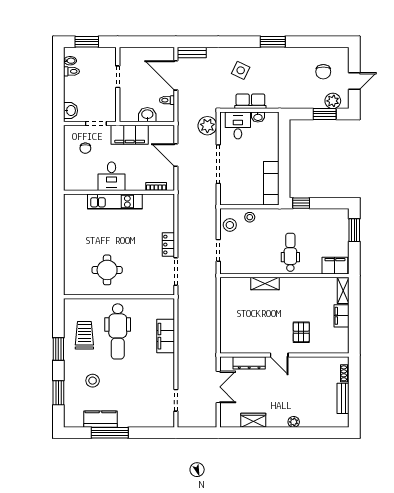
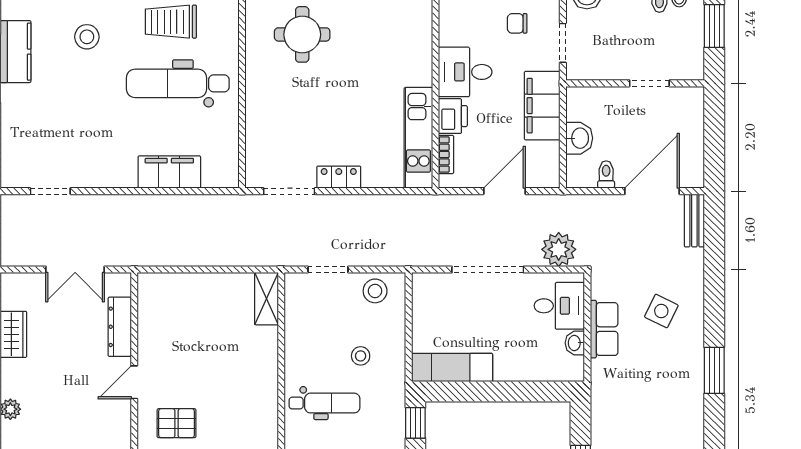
printer: (135, 183) -> (453, 116), added
kitchen unit: (115, 202) -> (418, 138), moved
stool: (250, 217) -> (361, 356), moved
round table: (107, 270) -> (302, 34), moved
shelving: (265, 284) -> (267, 299), moved
trolley: (84, 335) -> (171, 22), turned 180

